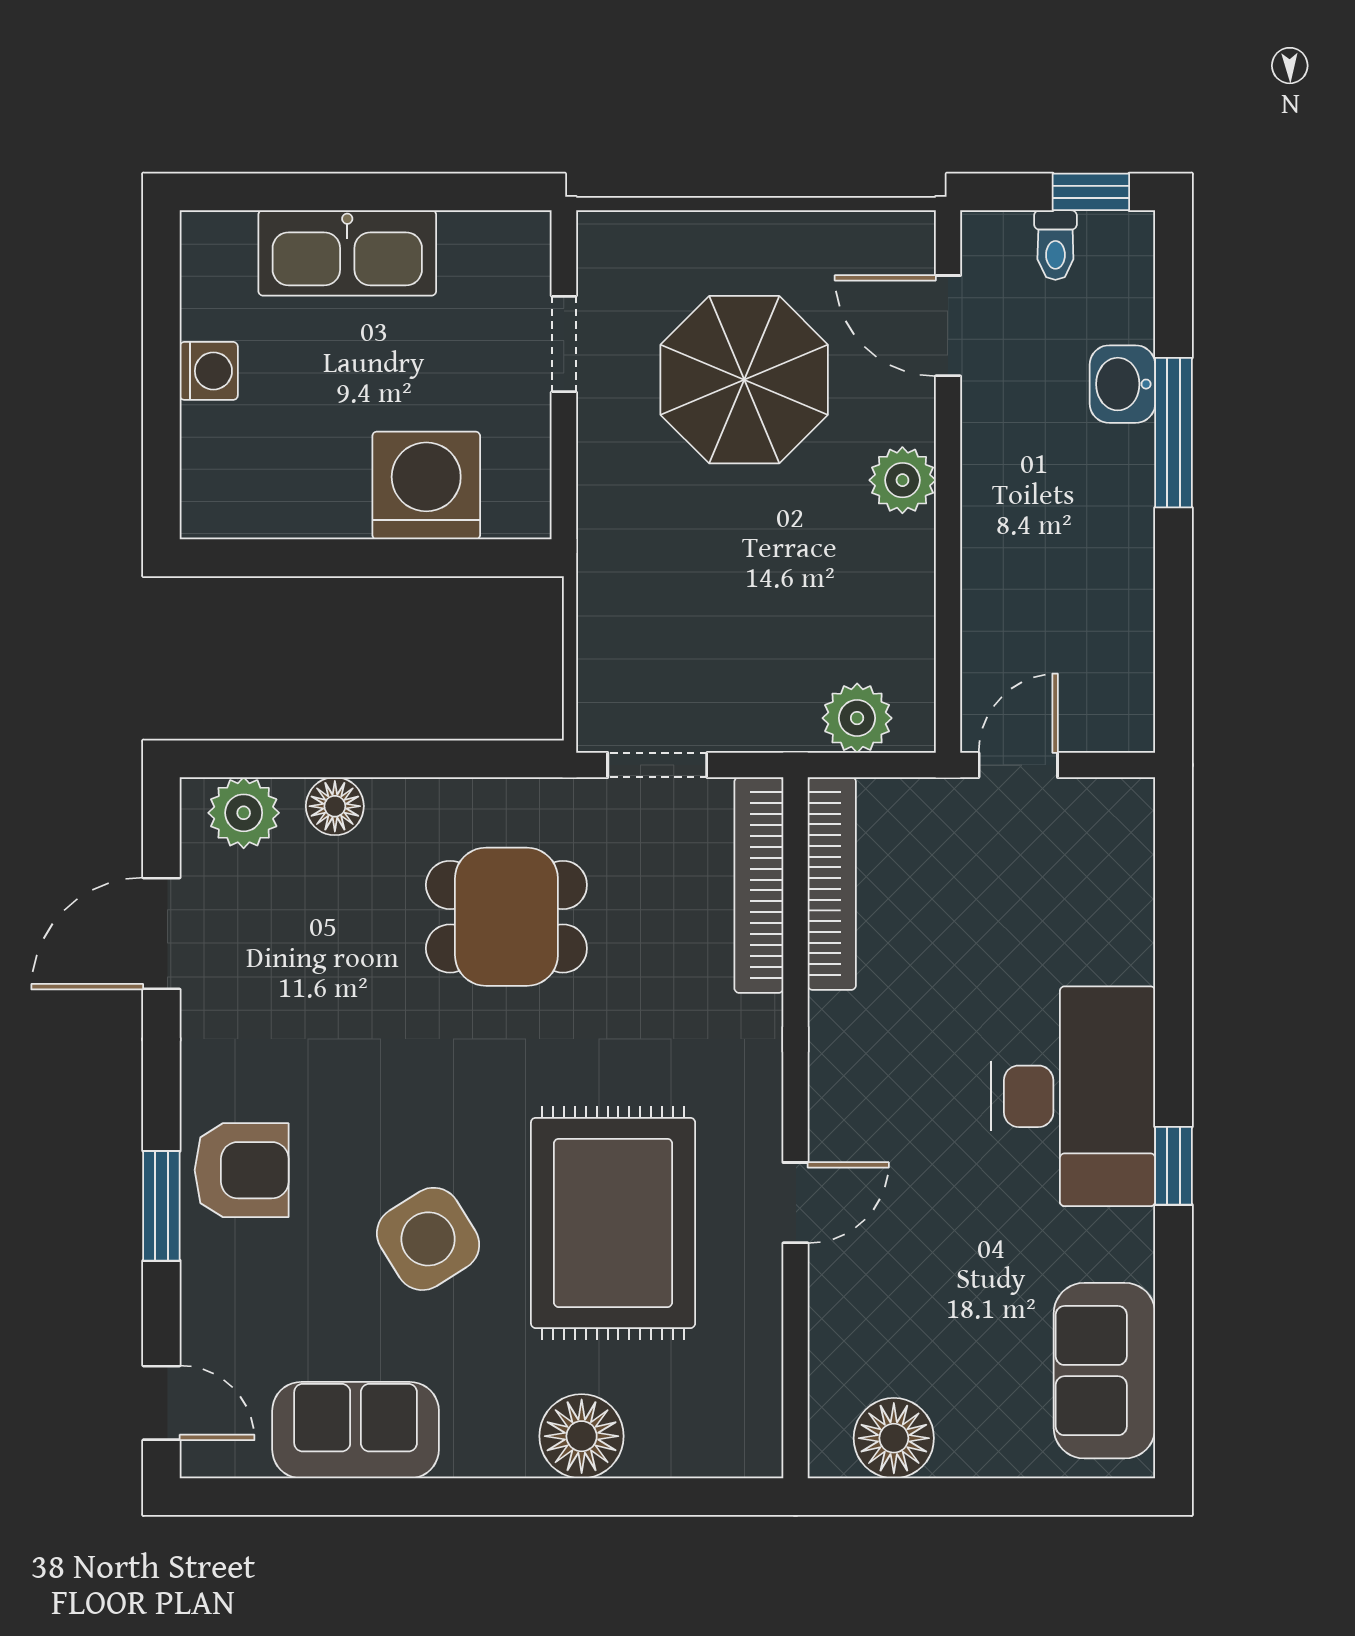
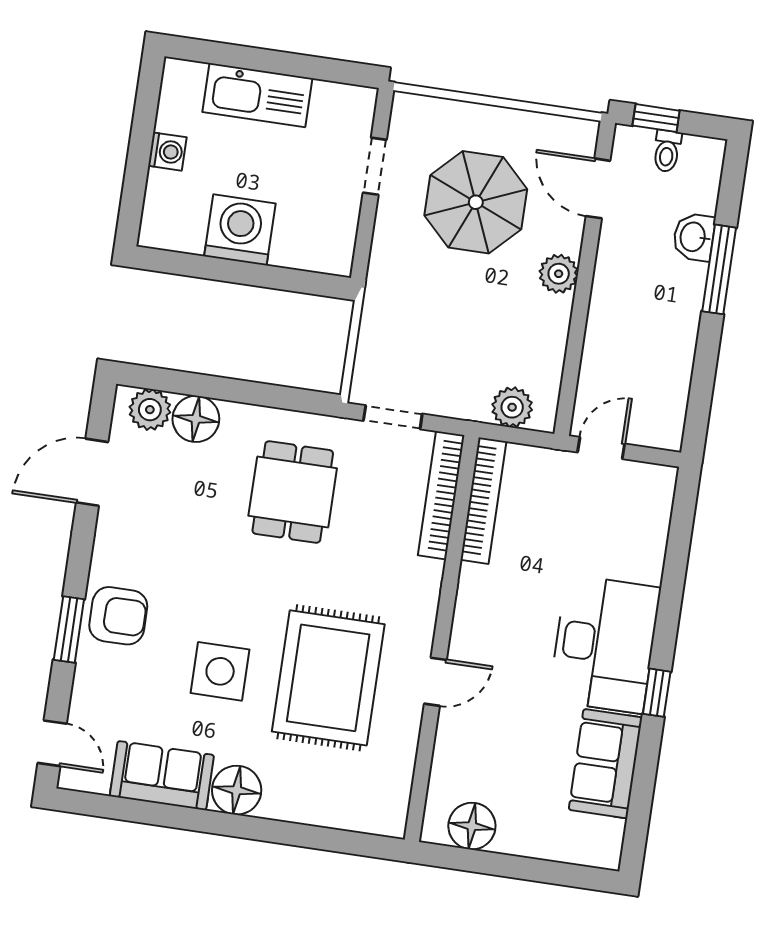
window: (1091, 192) -> (656, 118), moved
washing machine: (426, 486) -> (240, 230), moved
floor lamp: (335, 806) -> (196, 419), width x1.38, depth x1.38
dining table: (506, 917) -> (293, 492), turned 90
side table: (428, 1239) -> (220, 671), turned 32
sofa: (1104, 1371) -> (605, 764), moved
floor lamp: (582, 1436) -> (237, 790), moved

